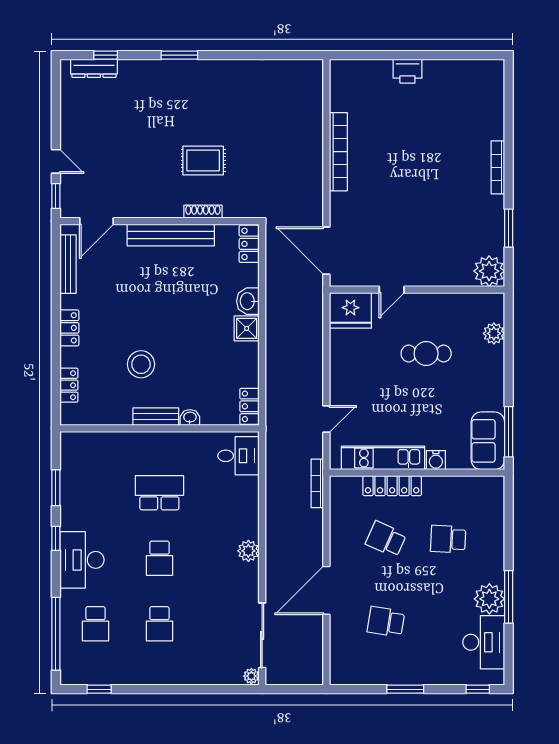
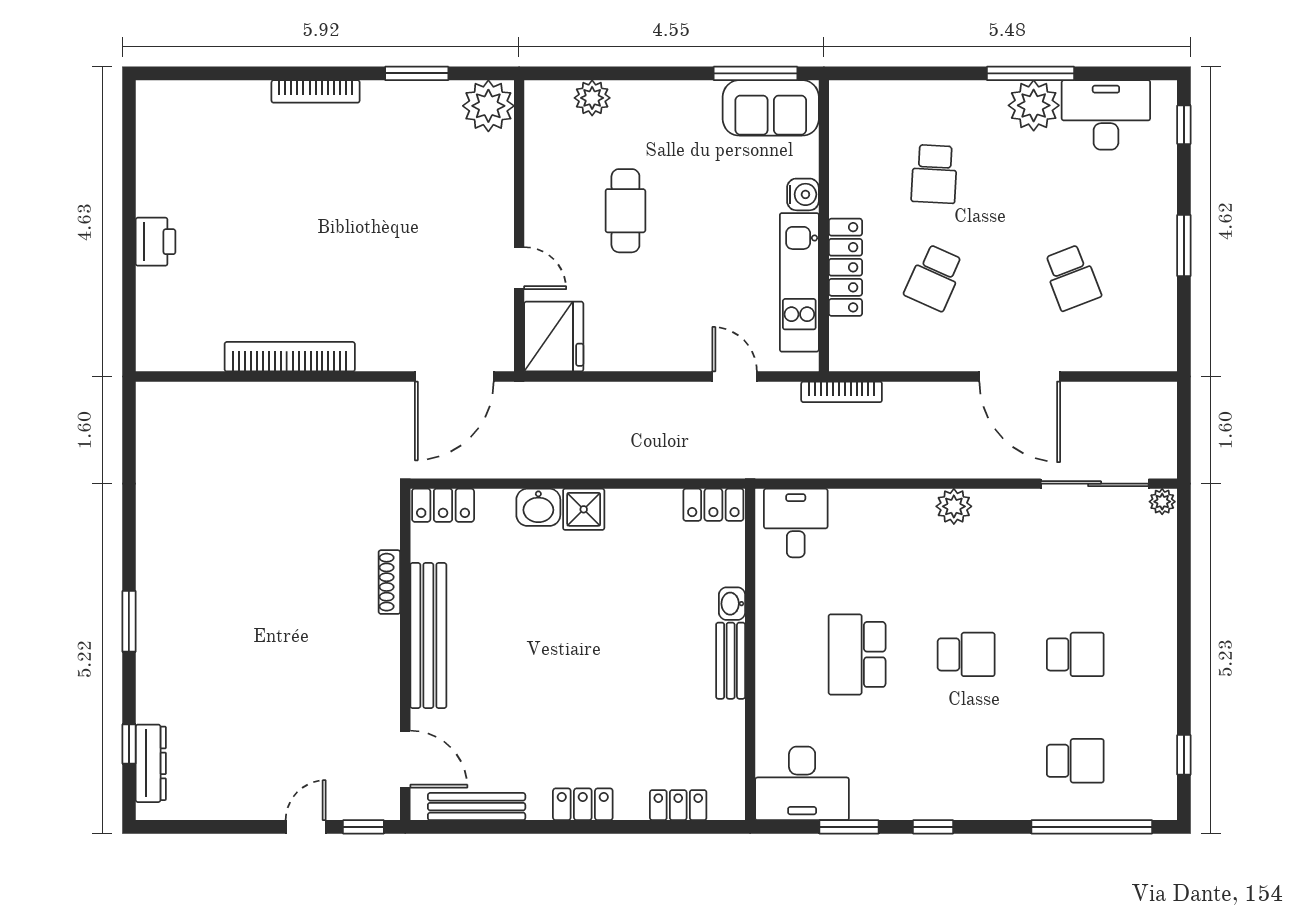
rug: (203, 161) -> (304, 582), removed
stool: (141, 364) -> (643, 685), removed
desk: (82, 560) -> (802, 783), moved
school desk: (386, 622) -> (1072, 278), turned -30

